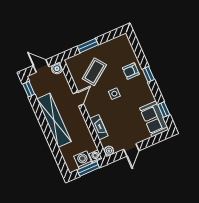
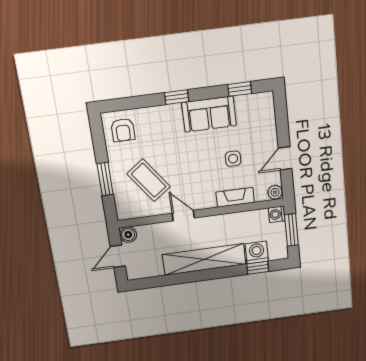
armchair: (131, 71) -> (123, 130), moved
window: (29, 89) -> (258, 268), moved
side table: (114, 94) -> (233, 159), moved
sofa: (154, 119) -> (209, 114), moved
door: (131, 150) -> (285, 158), swing flipped
washing machine: (83, 160) -> (257, 253), moved, turned 90

